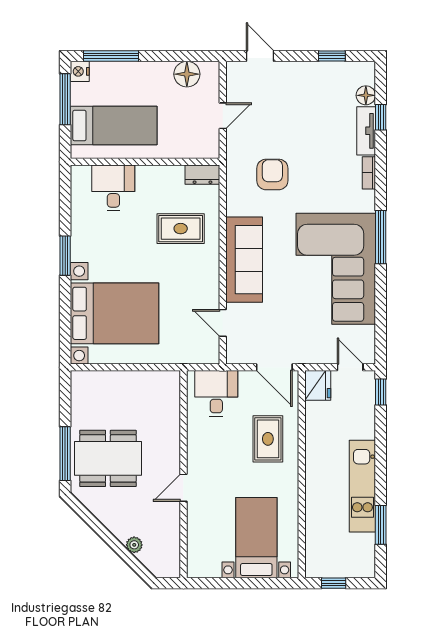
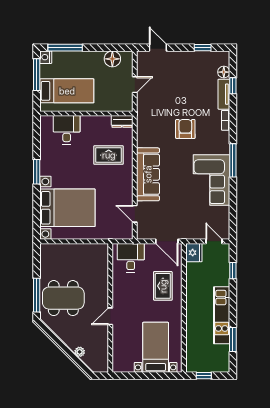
armchair: (272, 174) -> (185, 129), moved
corner sofa: (336, 269) -> (212, 180), width x0.73, depth x0.74
window: (381, 392) -> (233, 271), moved

